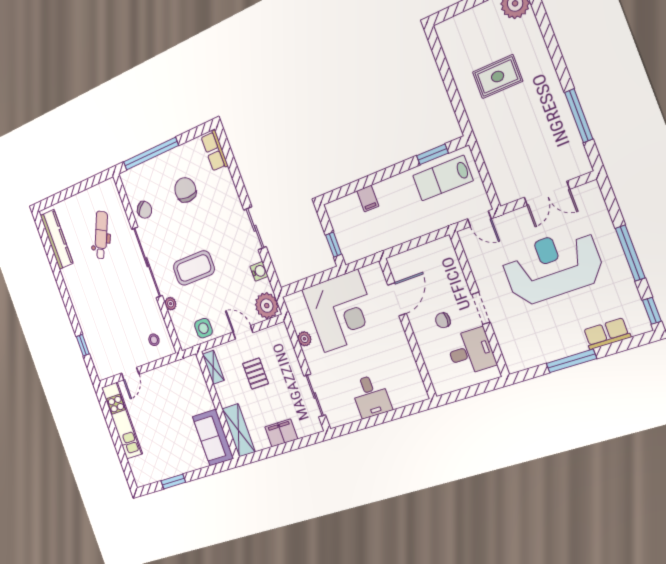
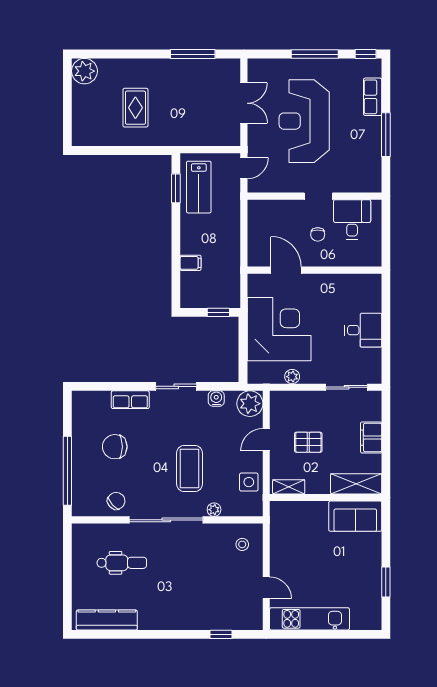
row of seats: (214, 151) -> (130, 400), moved
dental chair: (101, 235) -> (122, 563), turned 153

